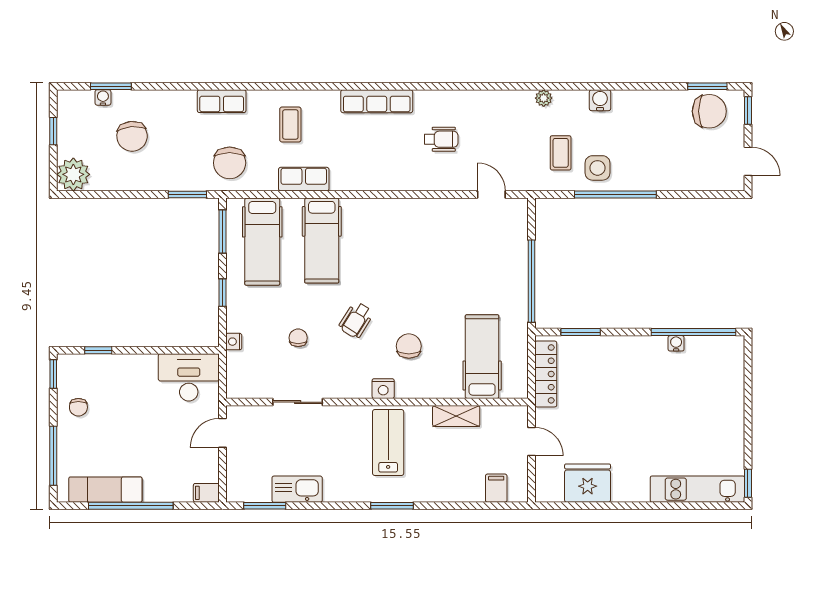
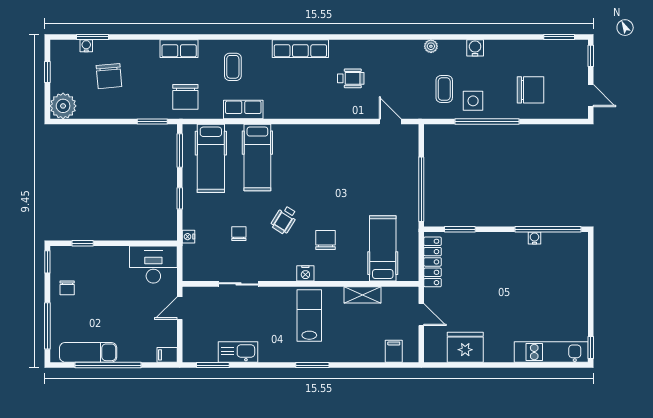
chair: (709, 111) -> (530, 90), moved

